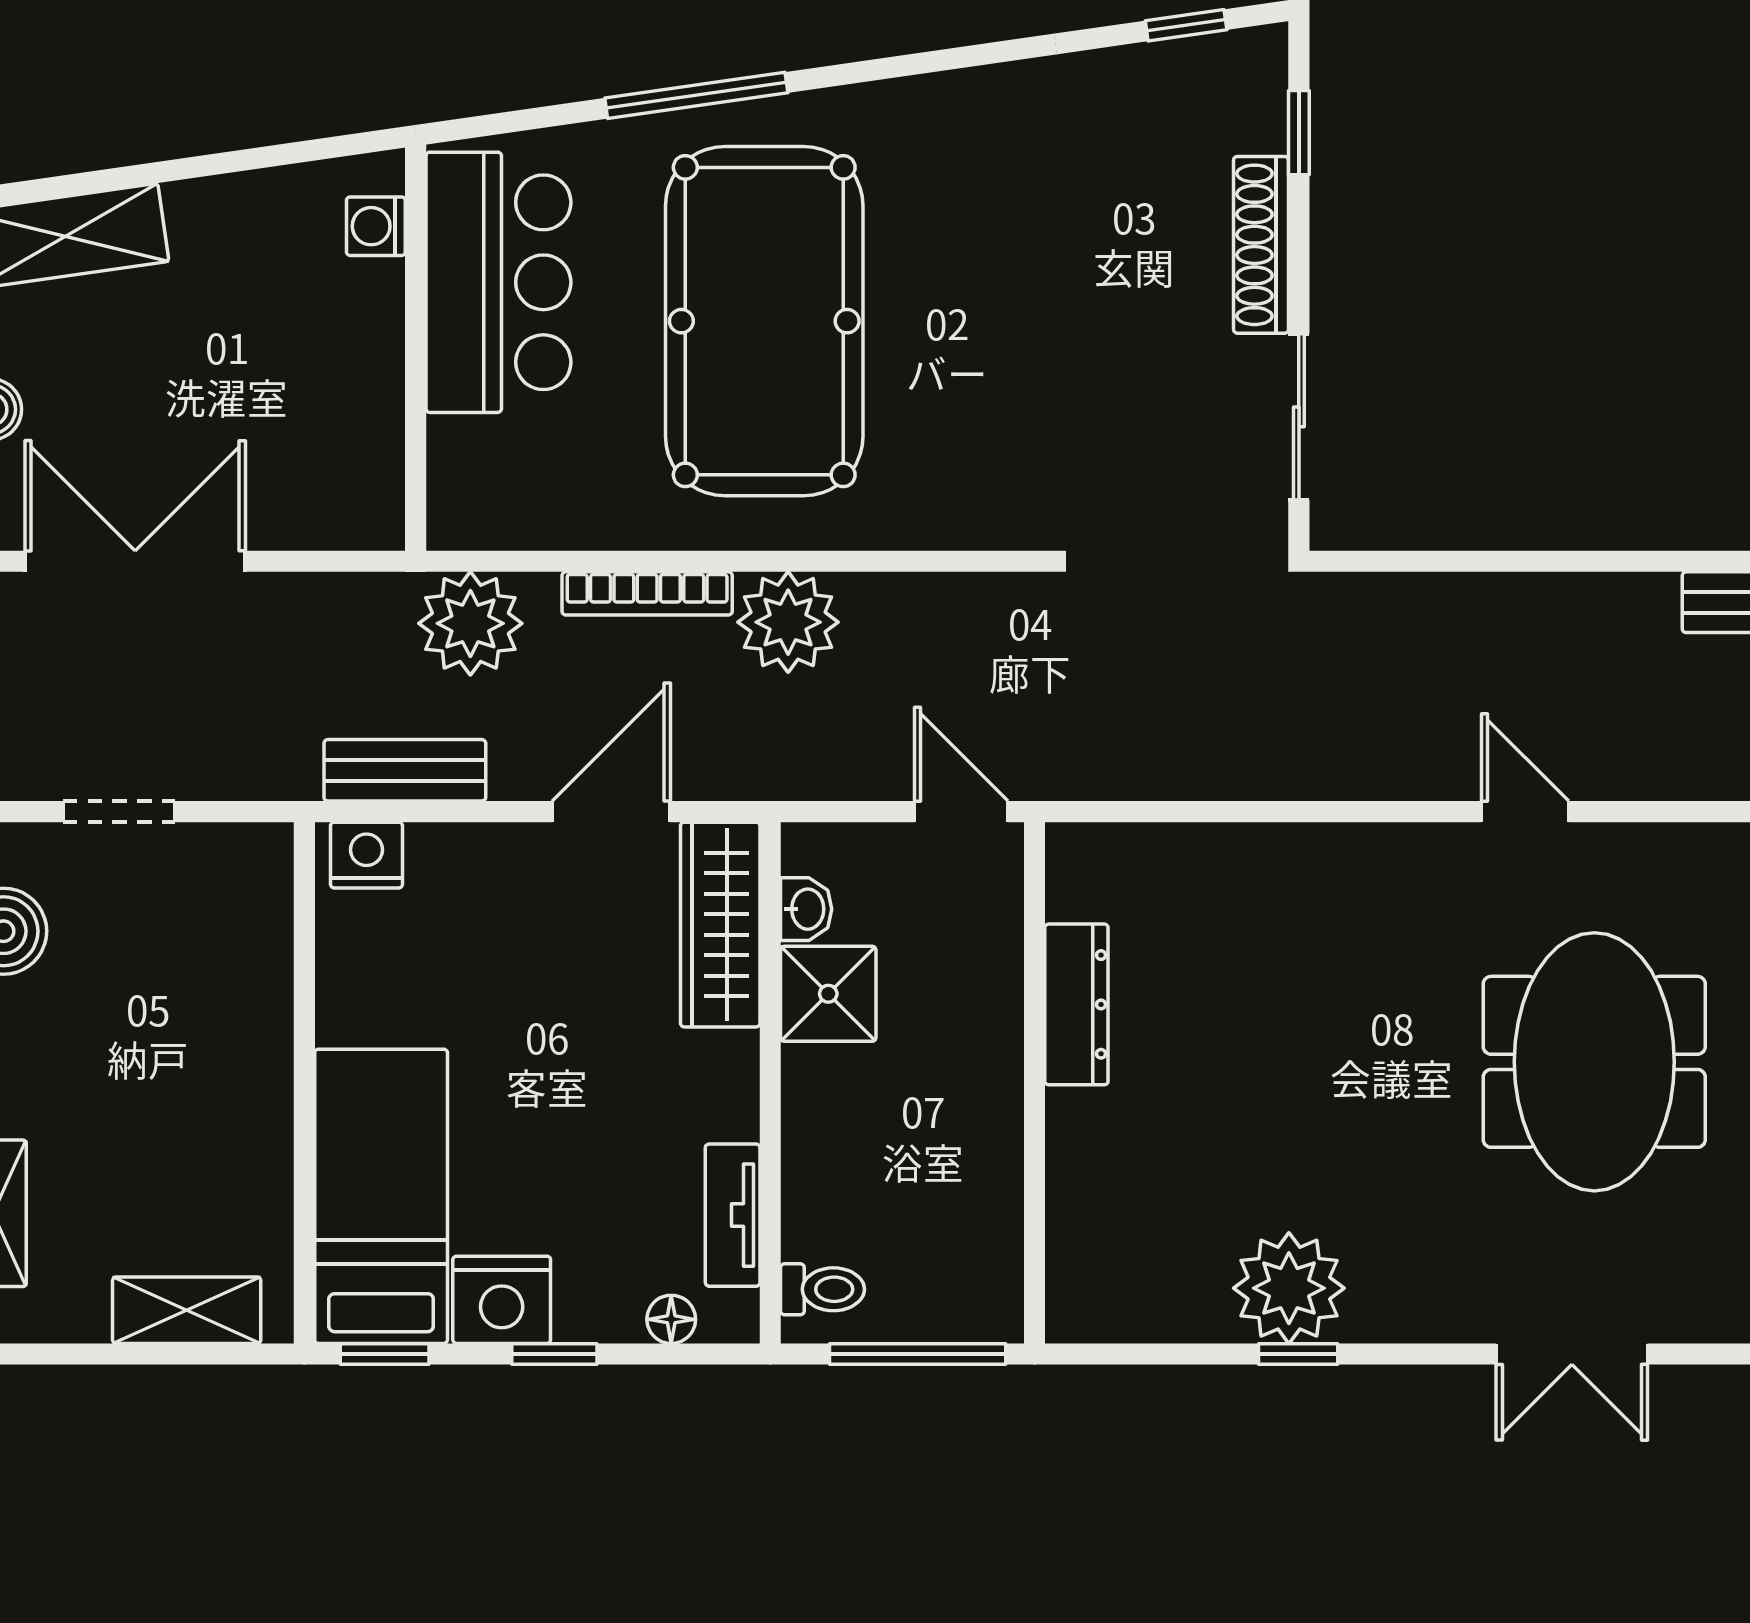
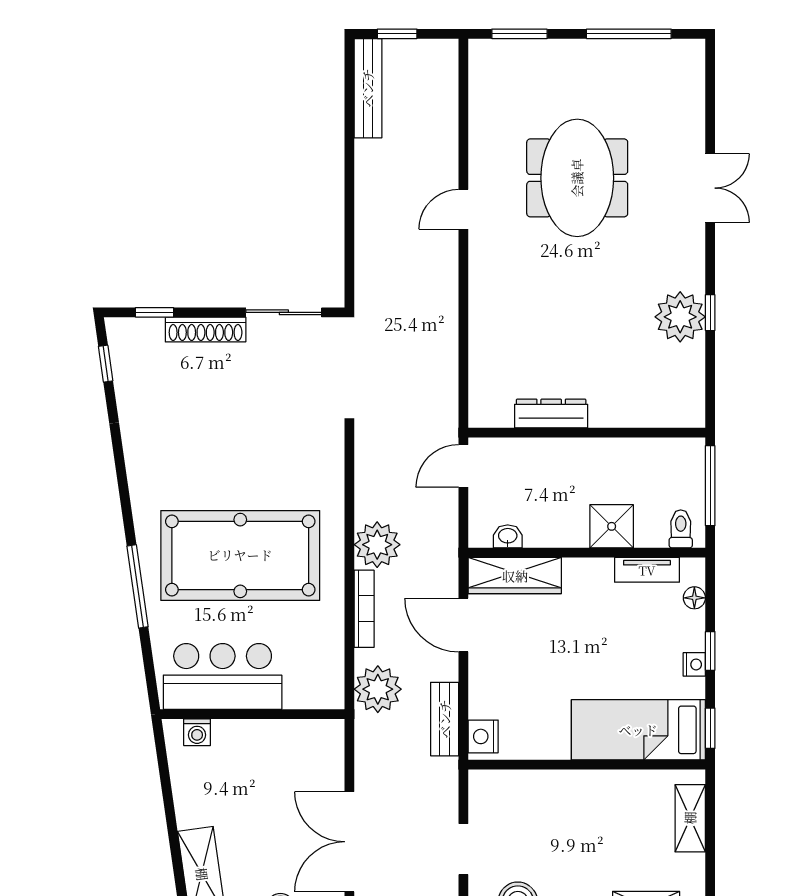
shower: (828, 994) -> (612, 526), moved
meeting table: (1594, 1062) -> (577, 178), turned 90
nightstand: (502, 1300) -> (694, 664), width x0.53, depth x0.56

